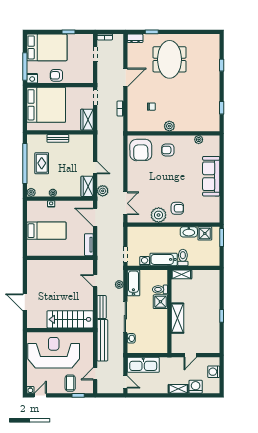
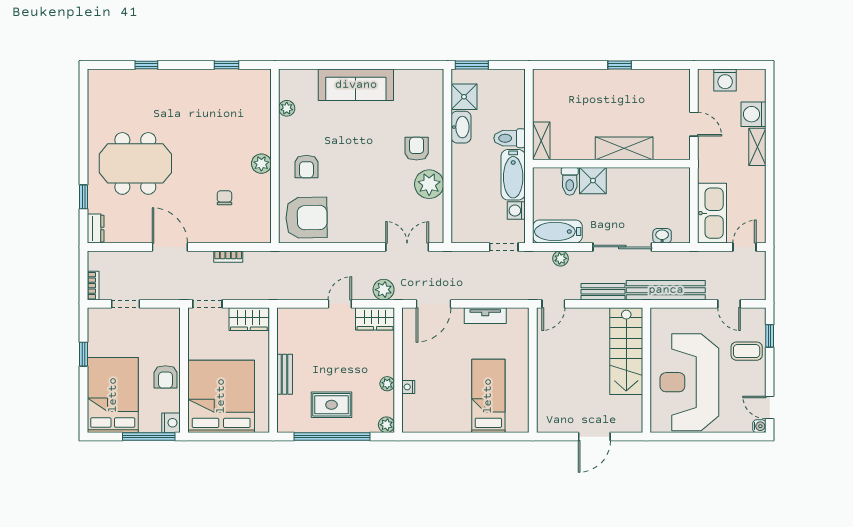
bed: (46, 231) -> (488, 396), moved
wall: (60, 258) -> (533, 370), moved

